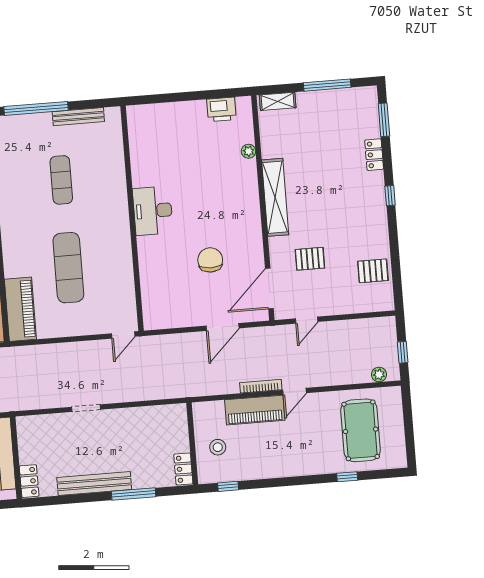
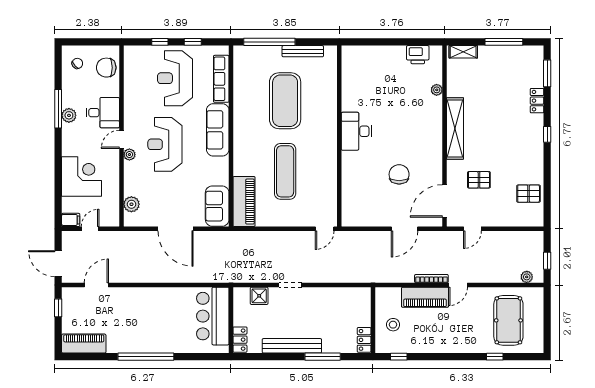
exercise mat: (61, 180) -> (285, 101), width x2.00, depth x1.45
shower: (49, 425) -> (259, 296), added

